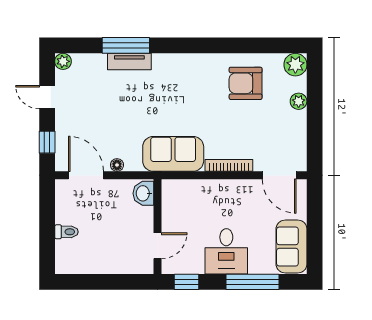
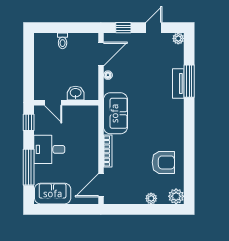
armchair: (246, 83) -> (163, 162), turned 90
washbasin: (143, 193) -> (76, 93), moved

